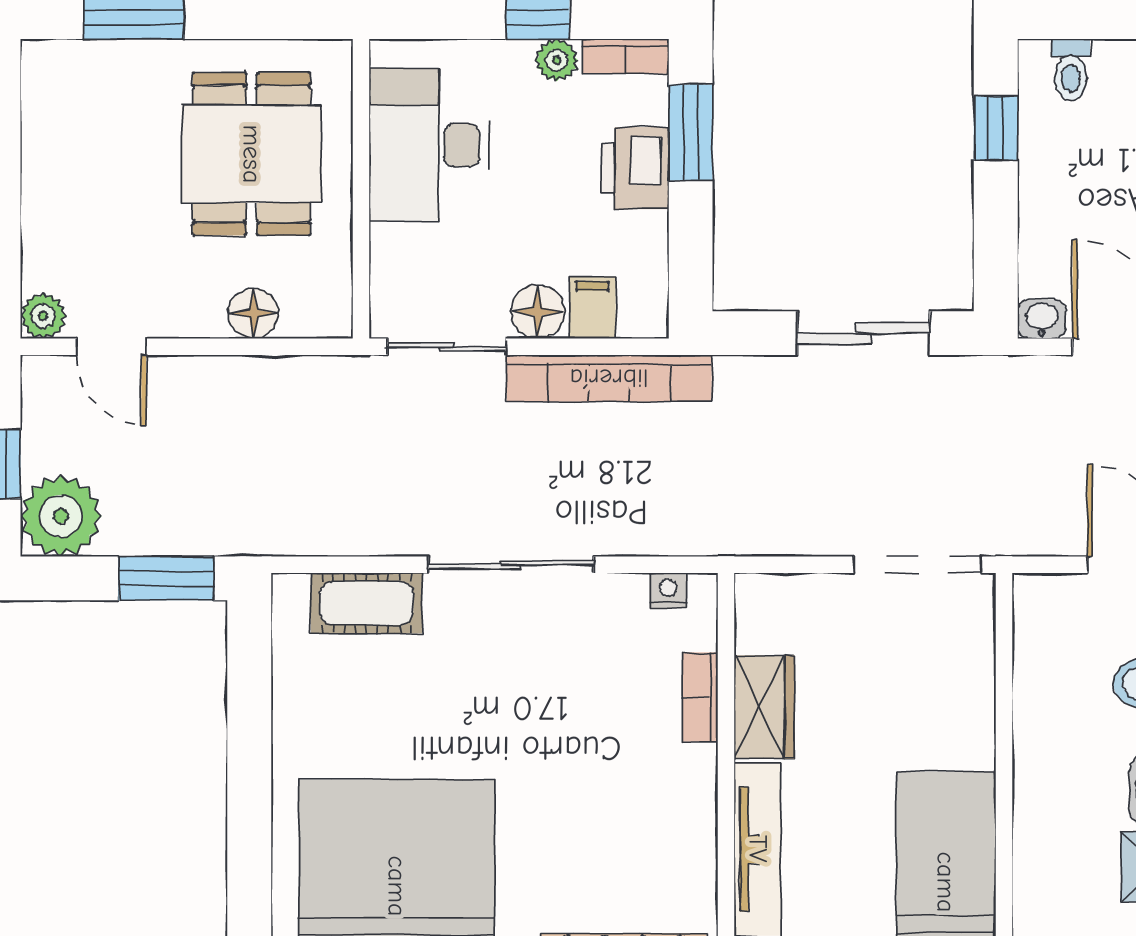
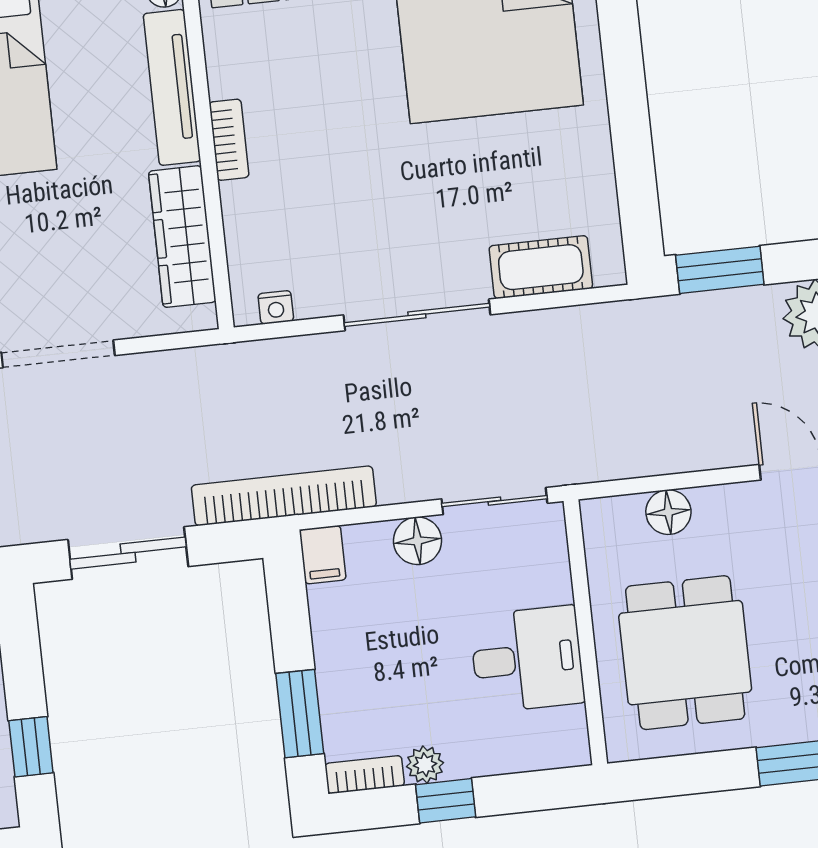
desk: (429, 145) -> (527, 659), width x0.73
printer: (635, 168) -> (346, 677), removed
filing cabinet: (592, 308) -> (323, 555), moved
bookcase: (609, 378) -> (284, 496), moved
bookcase: (700, 697) -> (229, 140), moved
wardrobe: (764, 707) -> (182, 237), width x1.50

